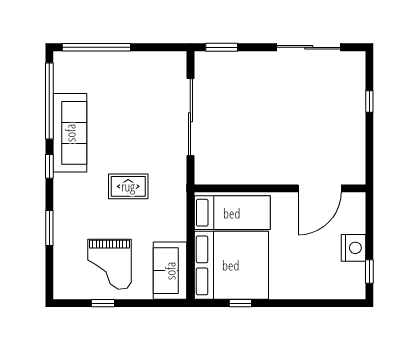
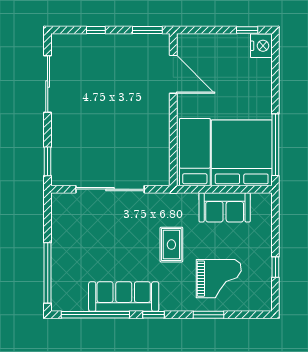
window: (369, 159) -> (147, 30), added
nightstand: (353, 248) -> (261, 46), moved, turned 90
grand piano: (109, 264) -> (219, 279), moved
sofa: (170, 271) -> (225, 207), moved
window: (240, 303) -> (275, 145), width x3.17

